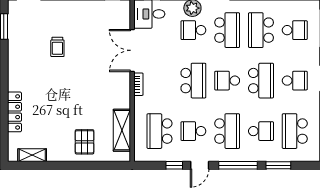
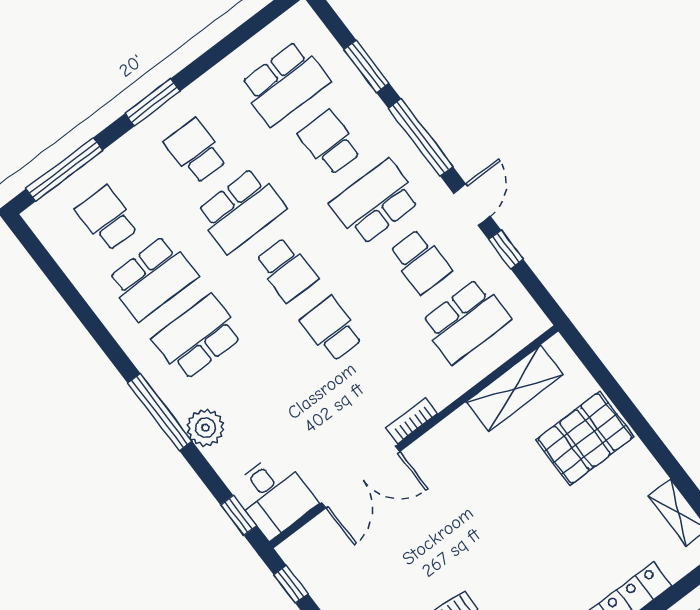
school desk: (193, 30) -> (243, 397), removed
school desk: (193, 81) -> (332, 329), width x0.54
school desk: (261, 81) -> (241, 210), turned 180
pallet: (85, 142) -> (585, 438), width x1.50, depth x1.42
door: (200, 165) -> (472, 205), hinge flipped

